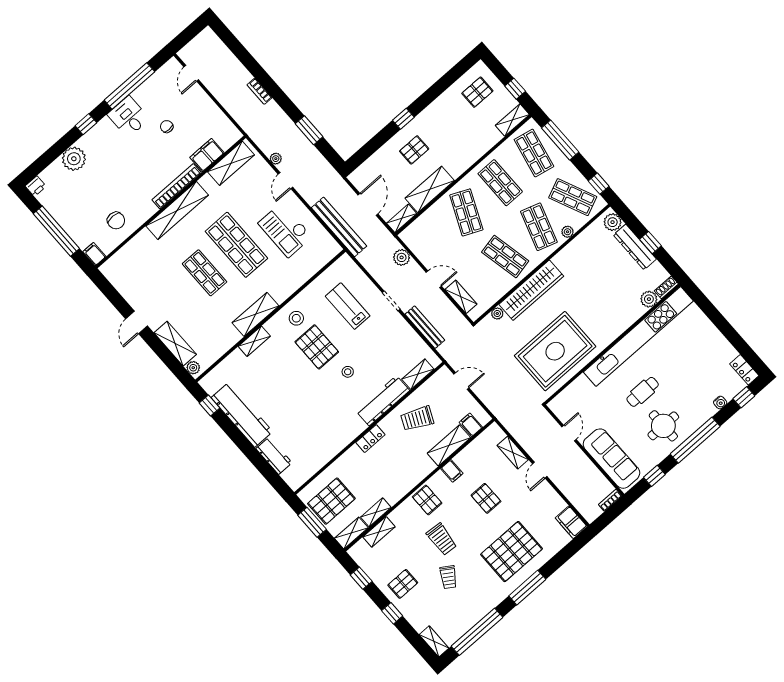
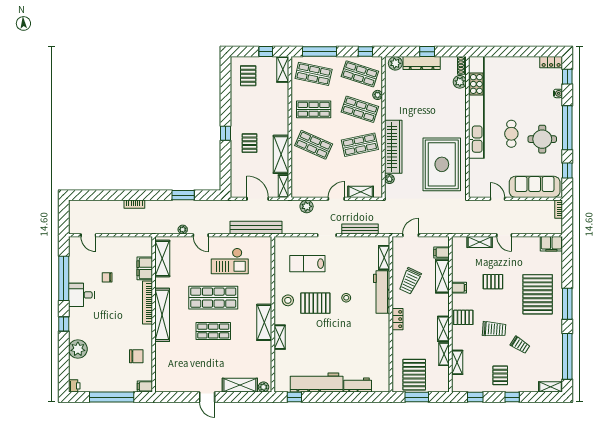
shop shelf: (573, 197) -> (360, 74), turned 42
shelving: (351, 533) -> (443, 329), moved

